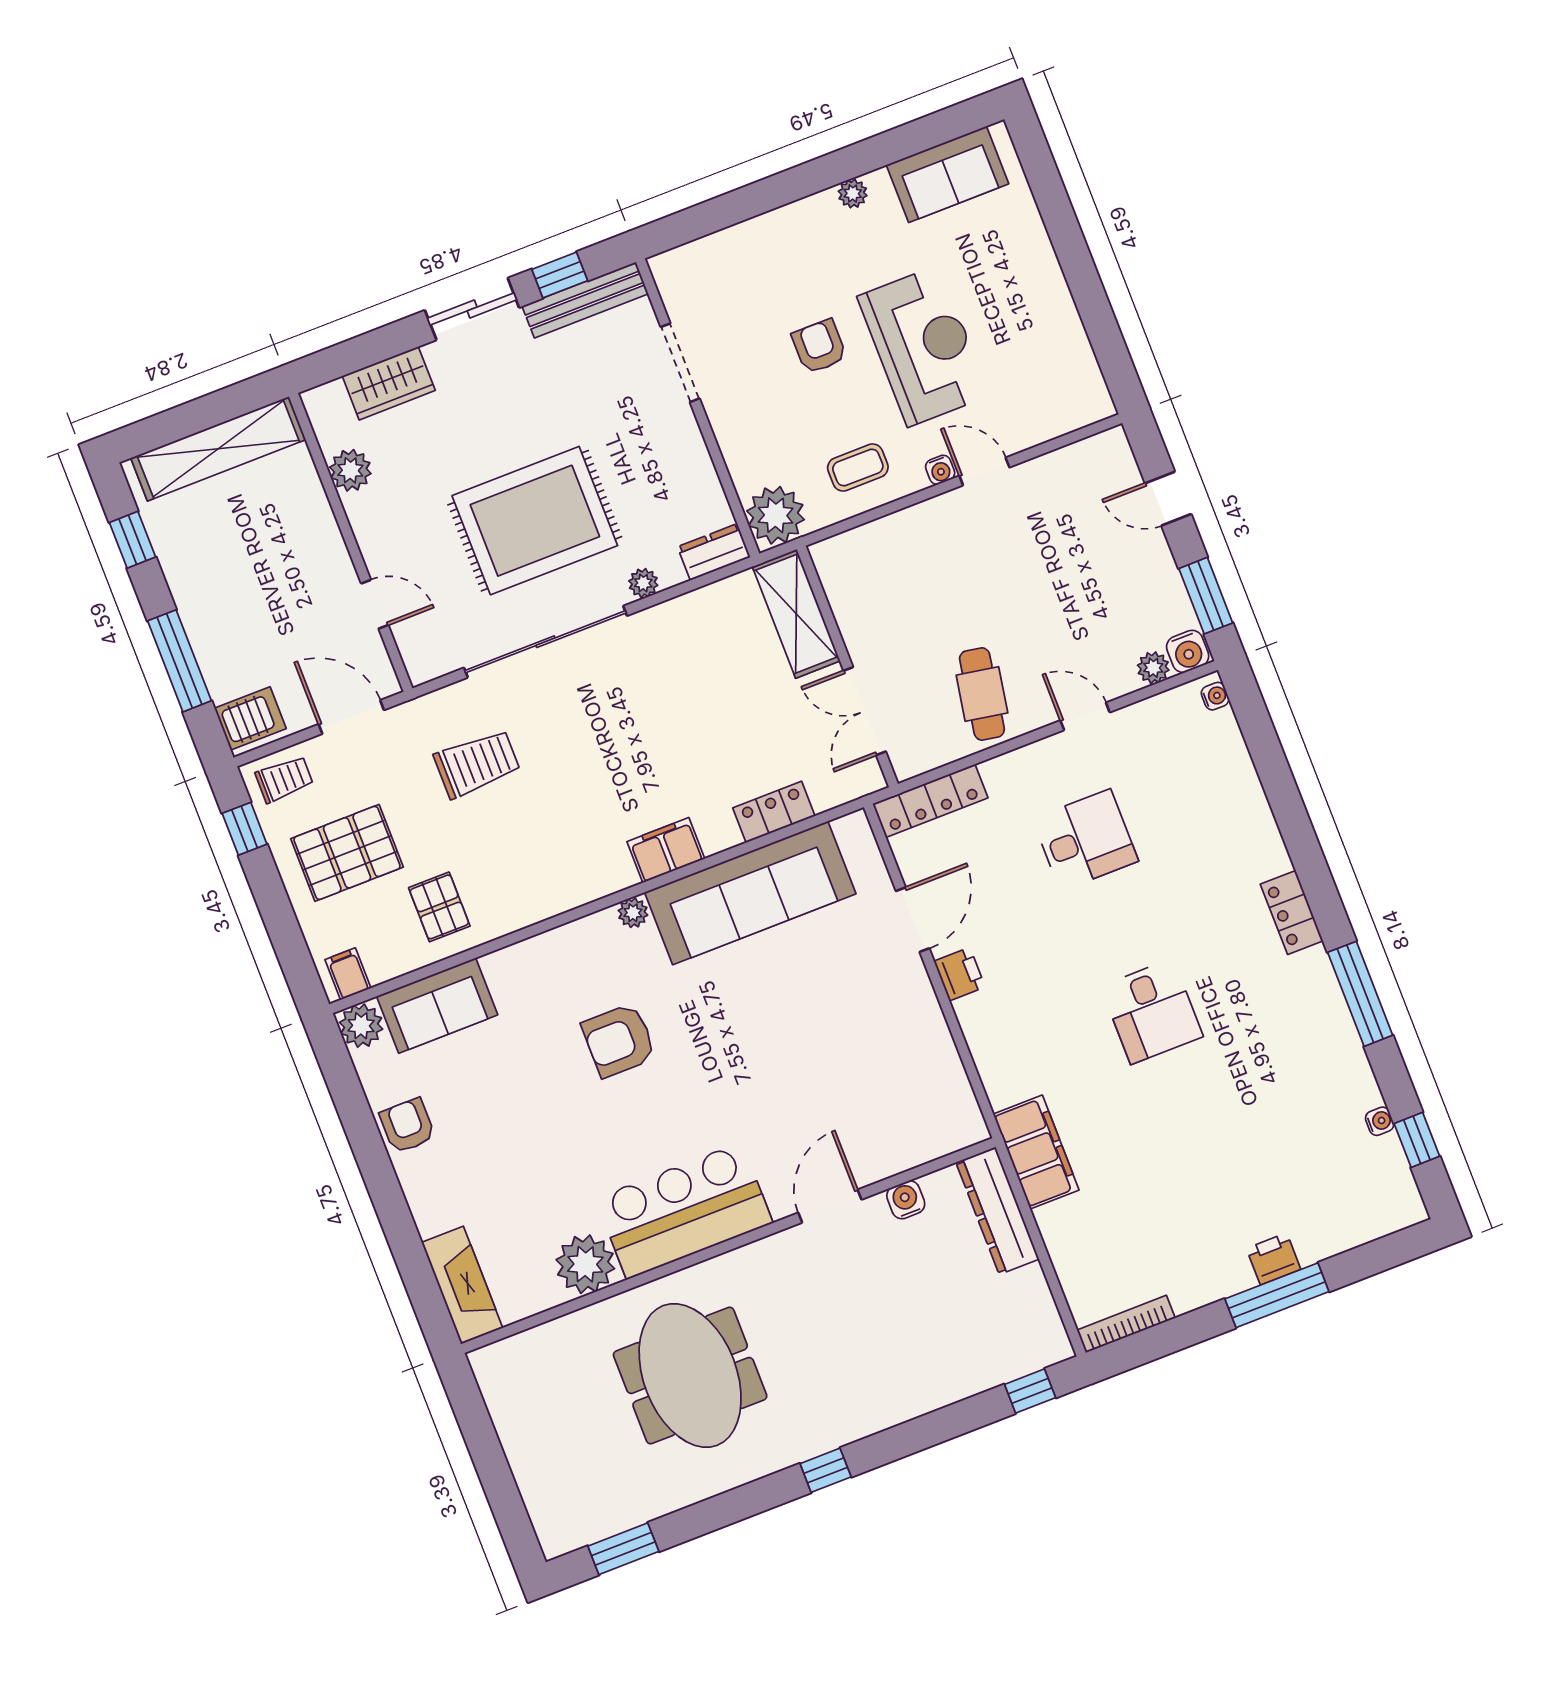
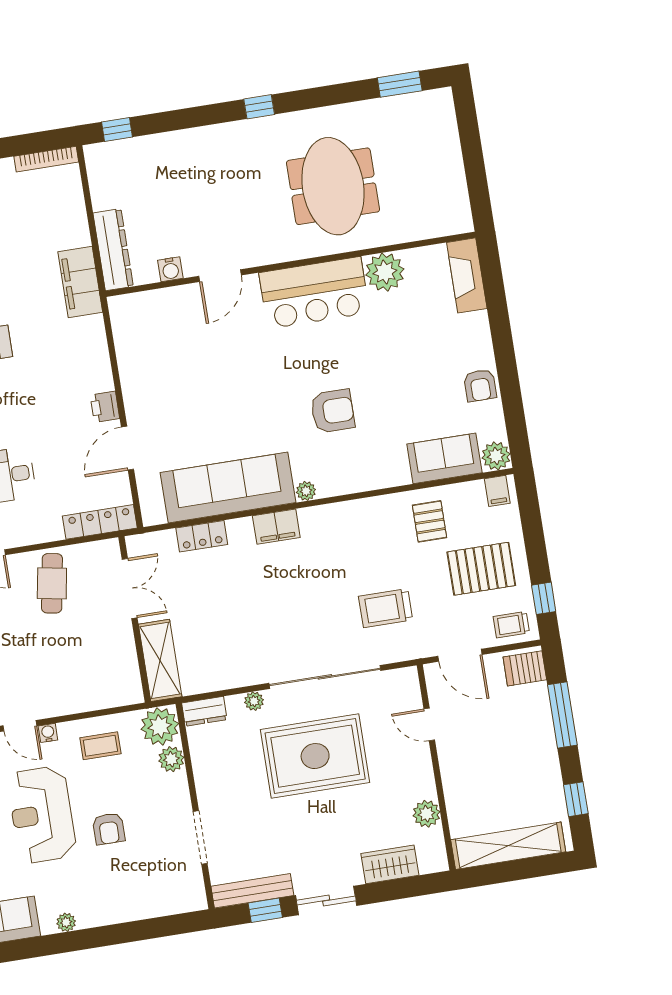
plant: (748, 470) -> (171, 759), added

